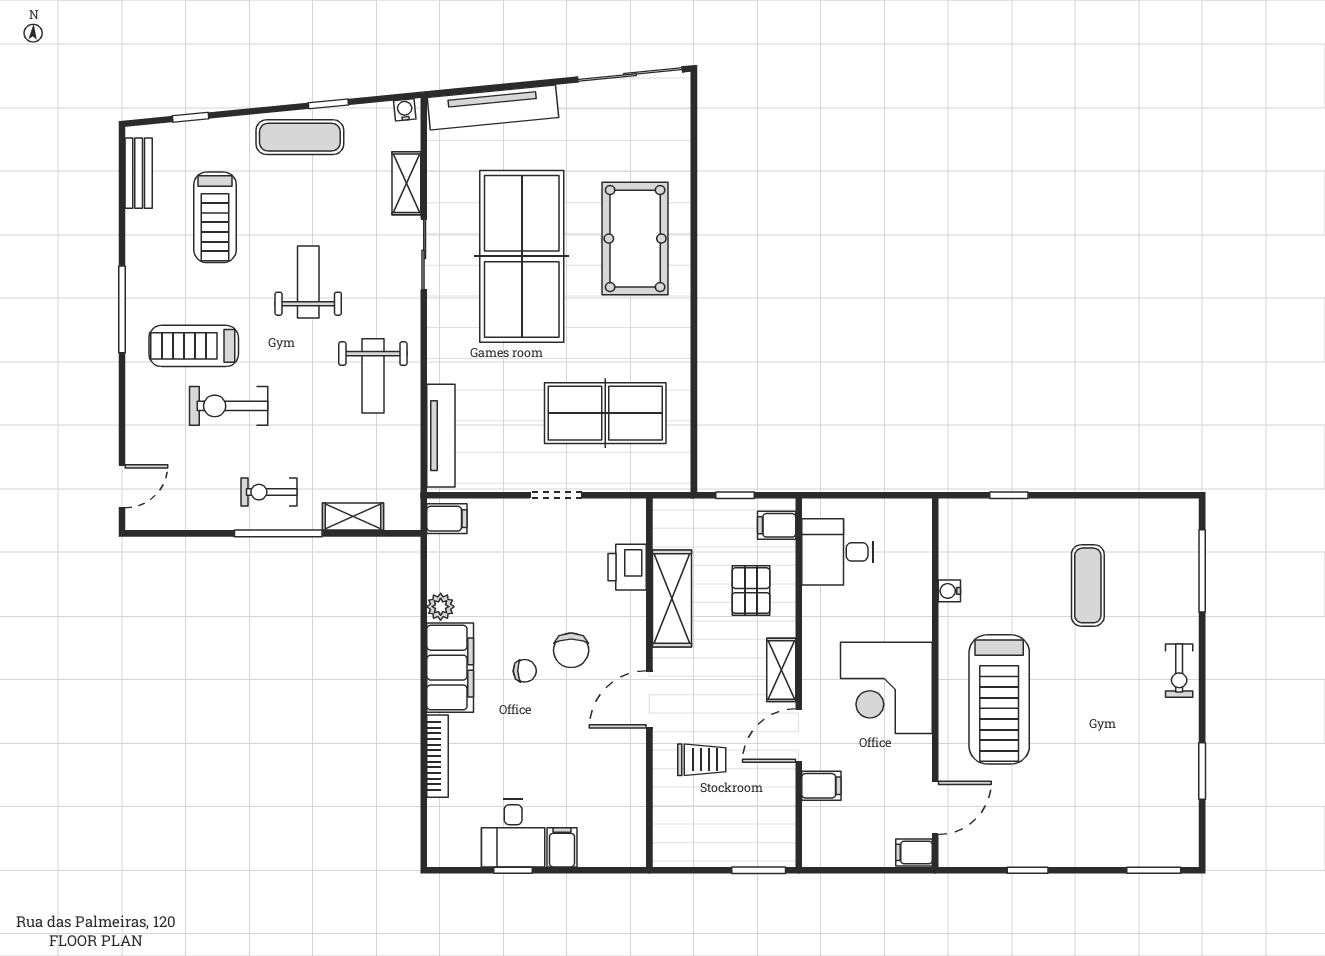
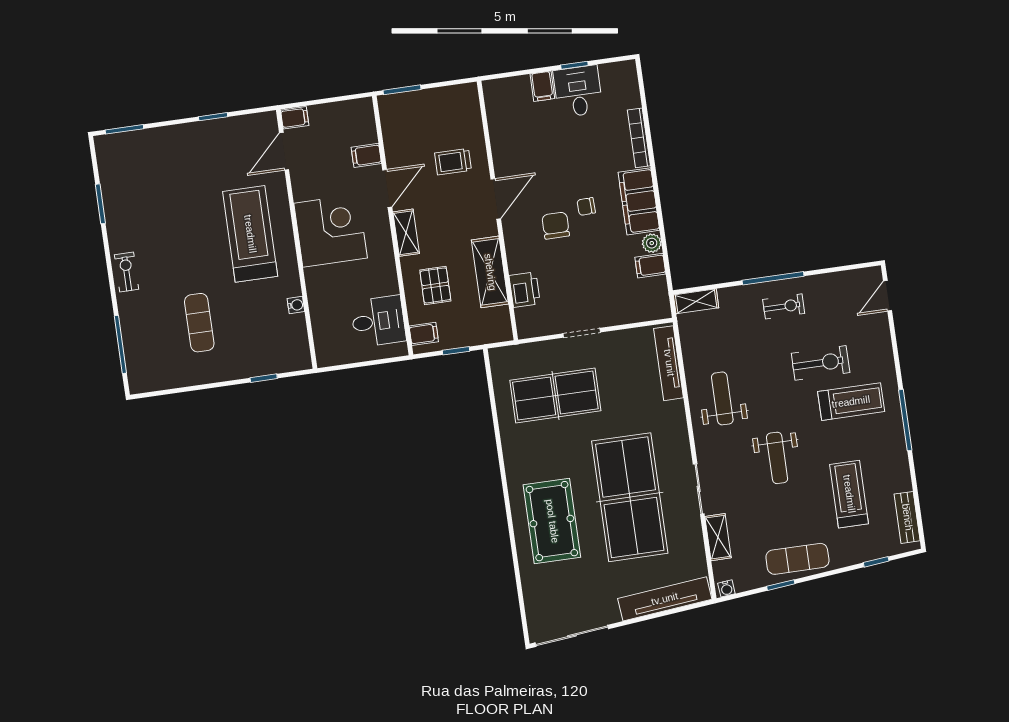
shelving: (353, 517) -> (696, 301), moved
filing cabinet: (447, 519) -> (650, 266), moved

